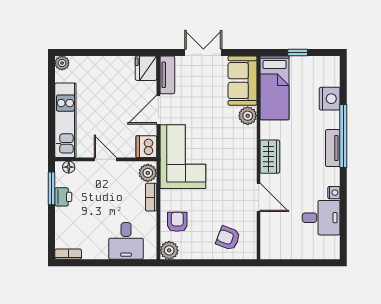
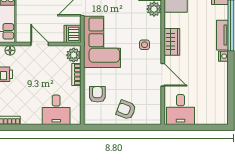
side table: (236, 160) -> (145, 45), added
nightstand: (334, 193) -> (223, 56), moved
desk: (321, 218) -> (181, 110), moved, turned 90
armchair: (228, 238) -> (126, 110), moved
plant: (169, 250) -> (91, 117), removed

